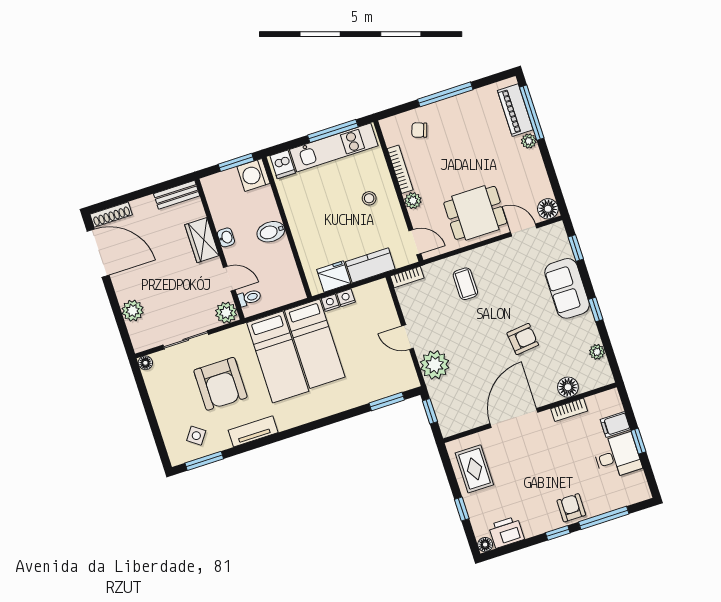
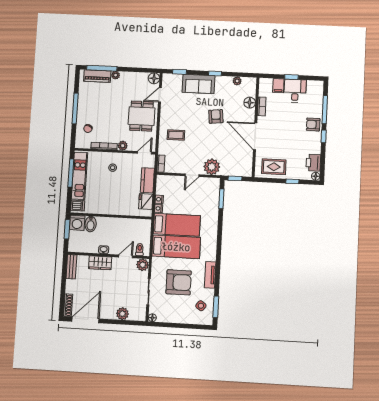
bidet: (271, 232) -> (91, 224), moved

